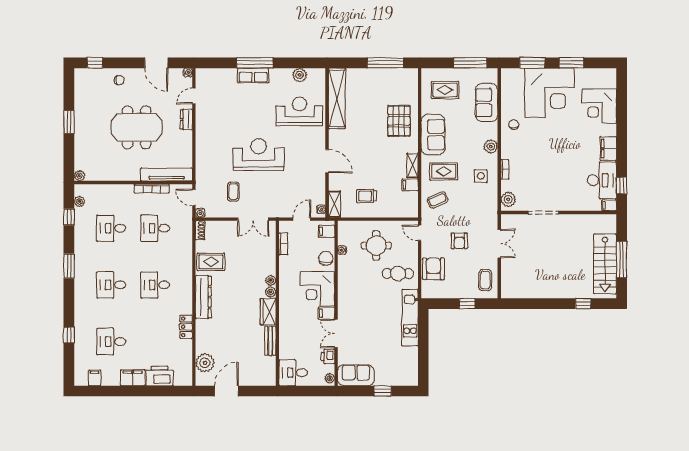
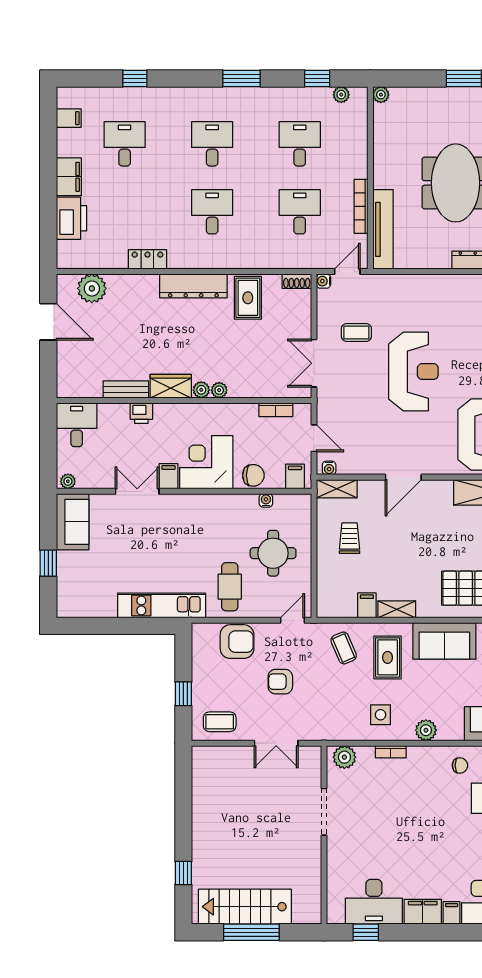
filing cabinet: (609, 205) -> (452, 913), moved
printer: (328, 357) -> (141, 413), moved, turned 180

